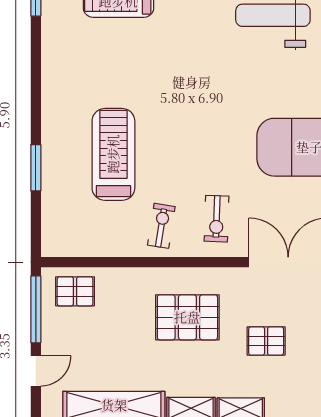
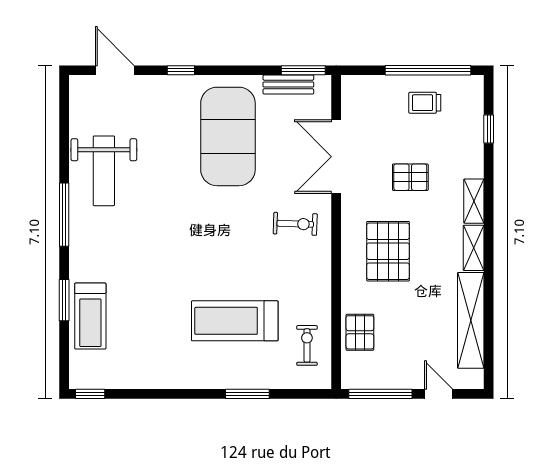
exercise bike: (161, 226) -> (307, 345), moved, turned 81
pallet: (75, 291) -> (360, 332), moved
pallet: (266, 341) -> (410, 177), turned 90

